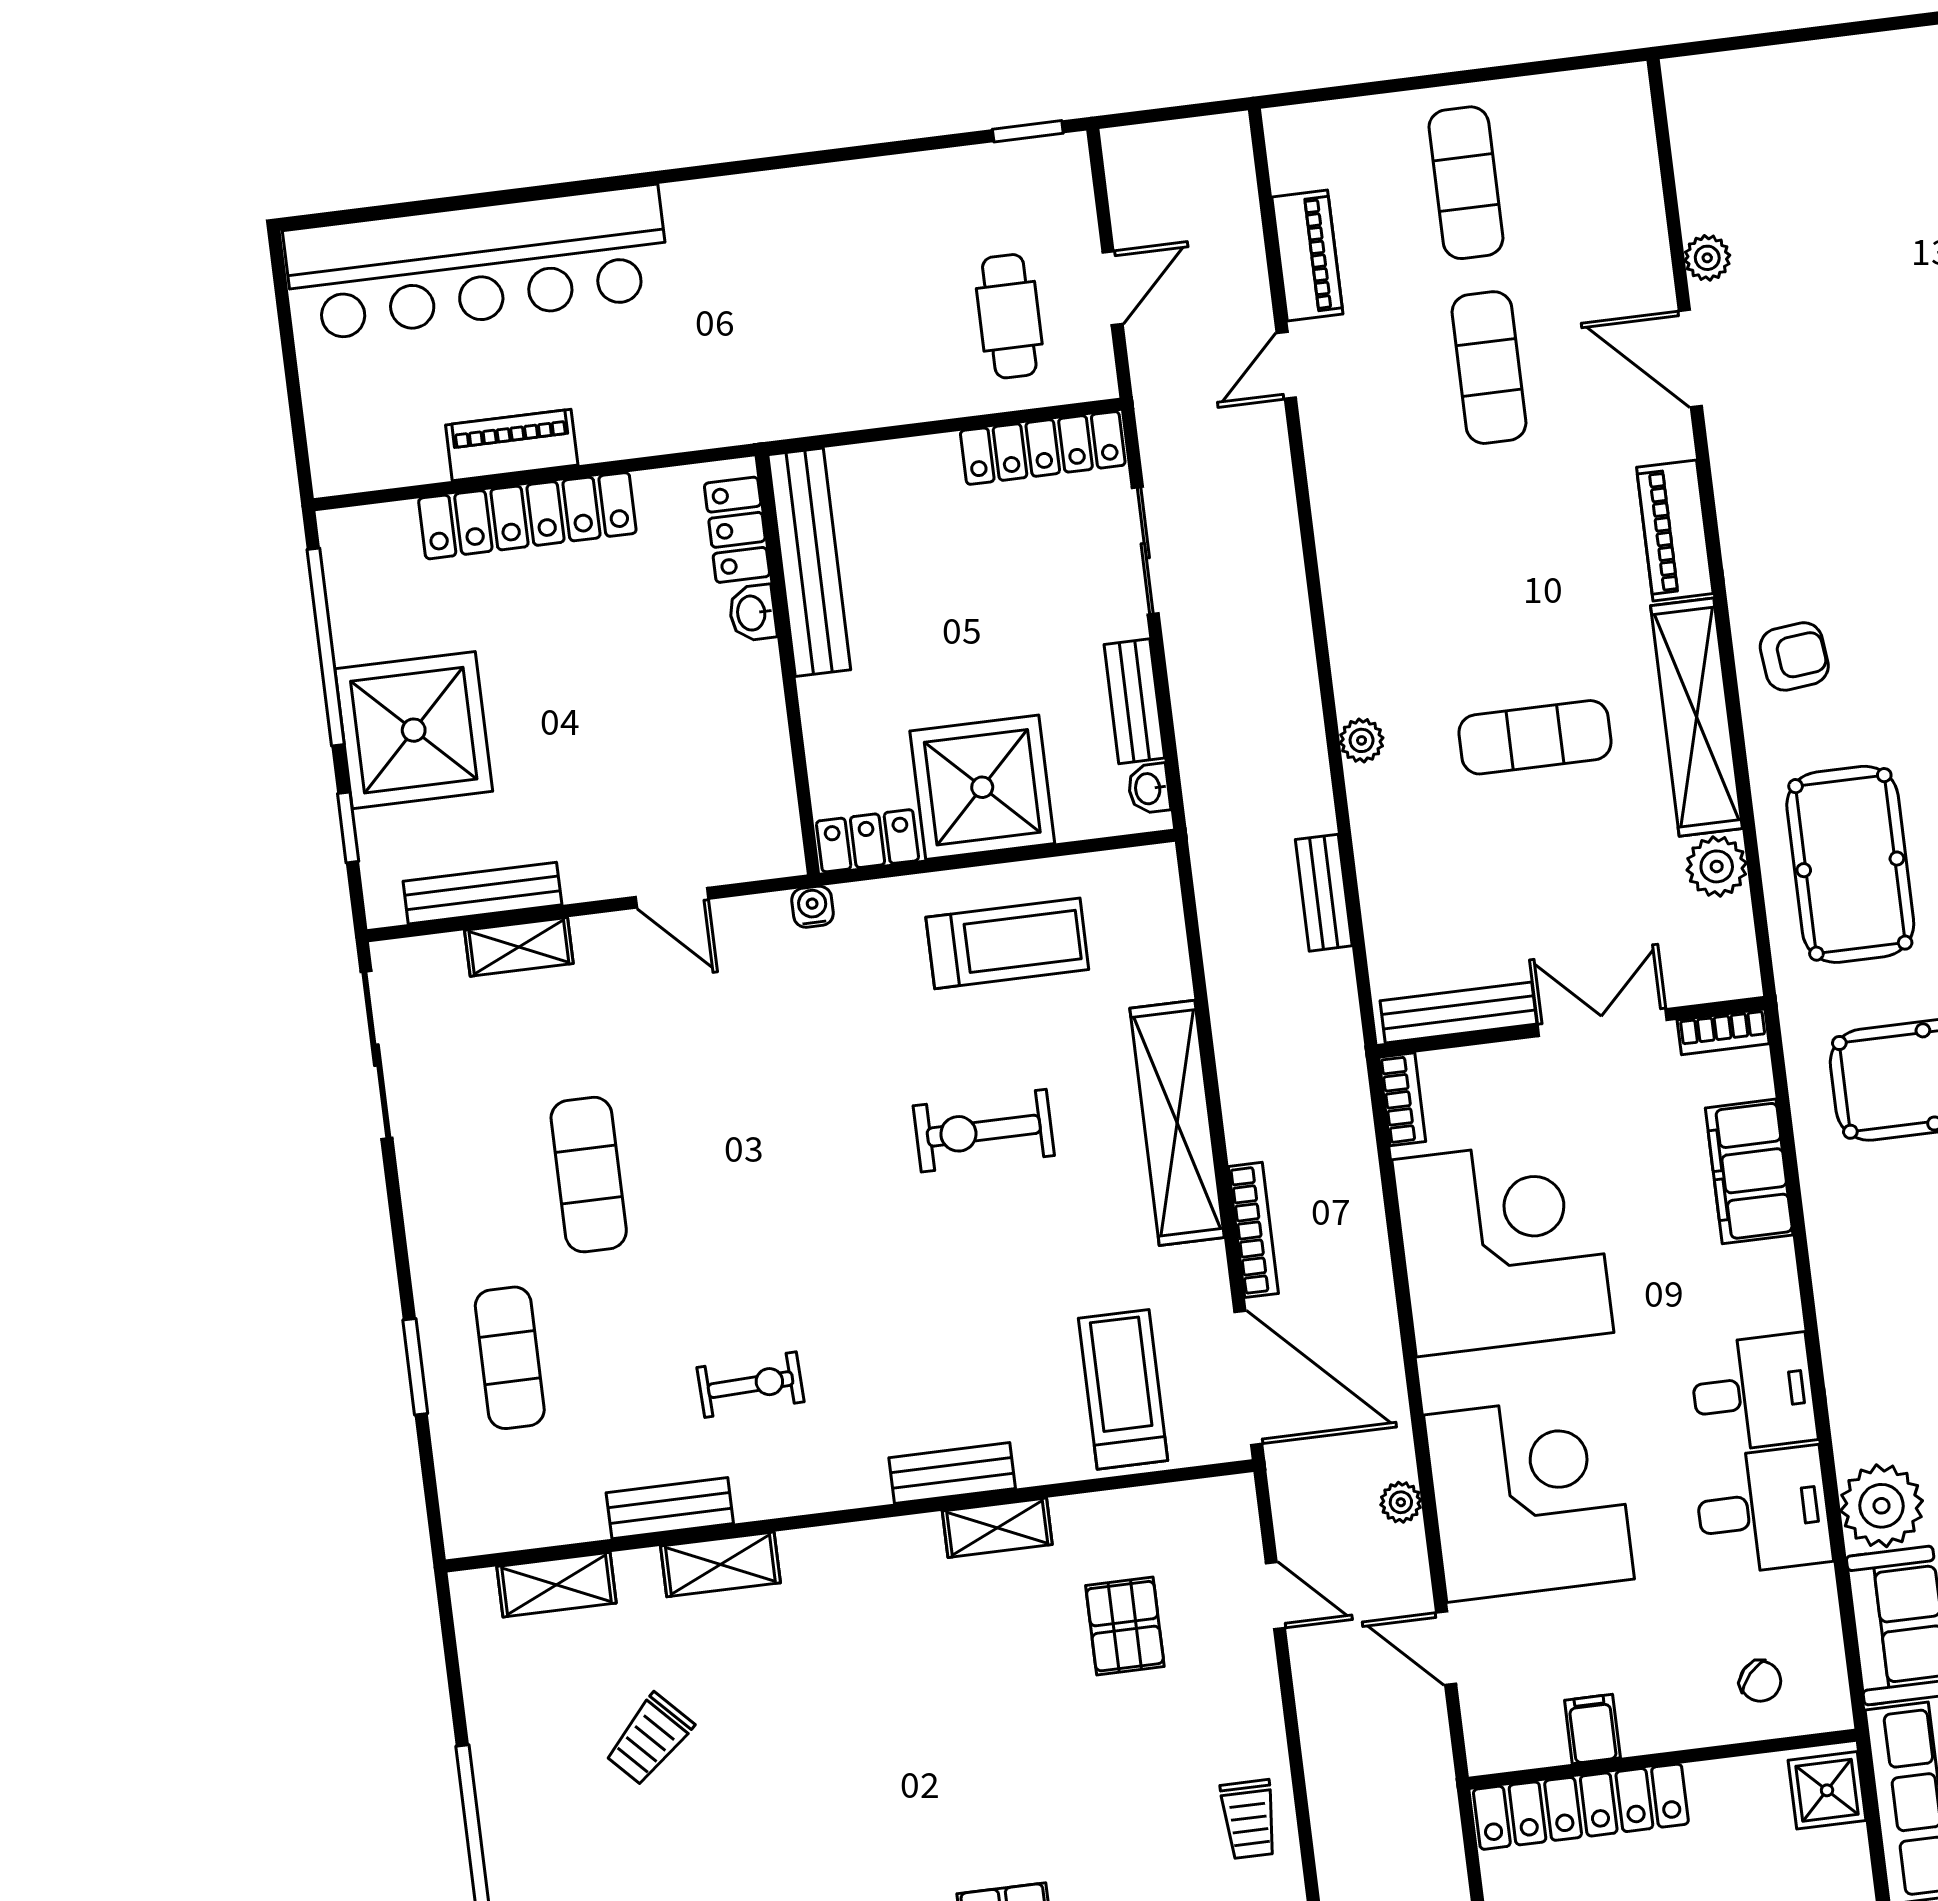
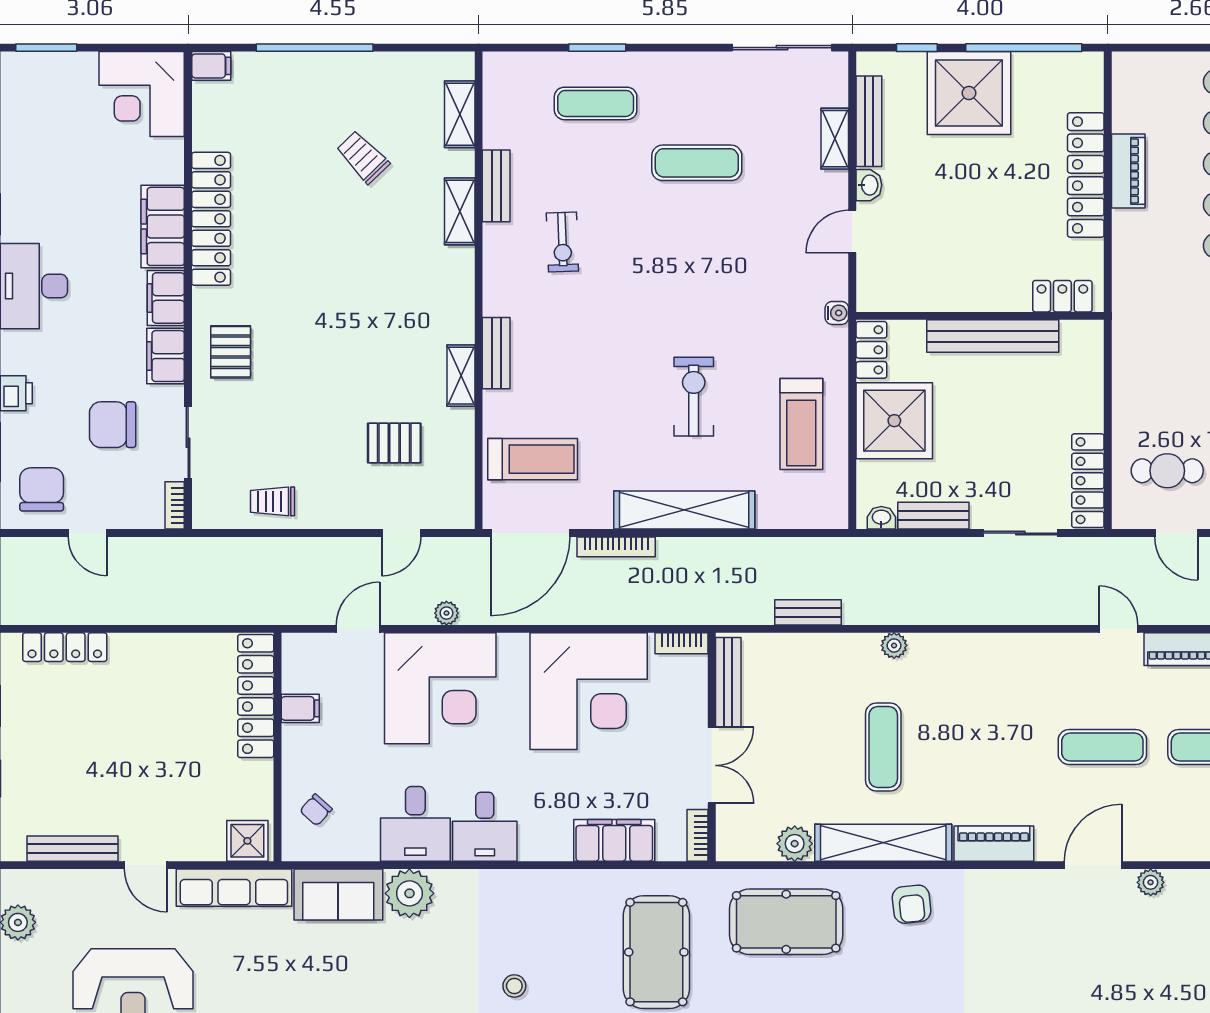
bench: (809, 562) -> (993, 336), moved
washbasin: (752, 613) -> (869, 185), moved, turned 90

